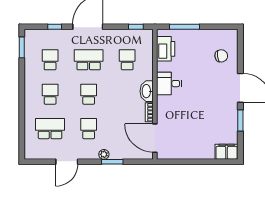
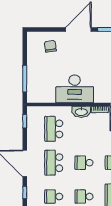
printer: (166, 49) -> (44, 95), removed
school desk: (127, 60) -> (54, 129), width x1.85
desk: (169, 84) -> (75, 89), width x1.87, depth x1.30

